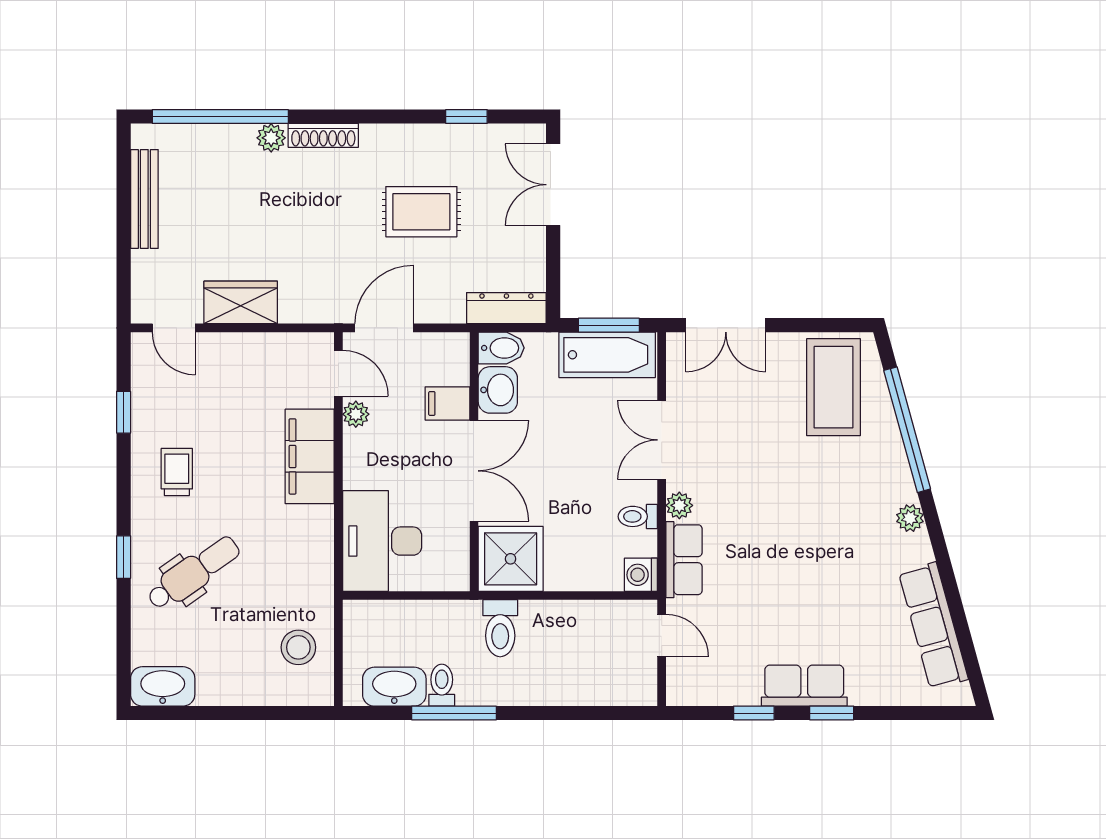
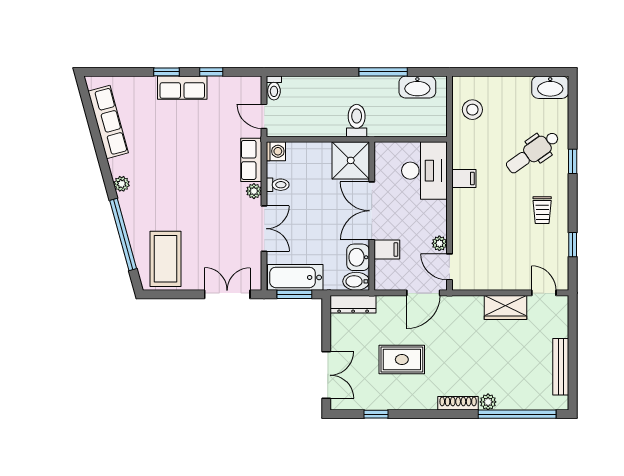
filing cabinet: (310, 456) -> (464, 178), moved, width x0.33, depth x0.86
toilet: (442, 685) -> (274, 88), moved

